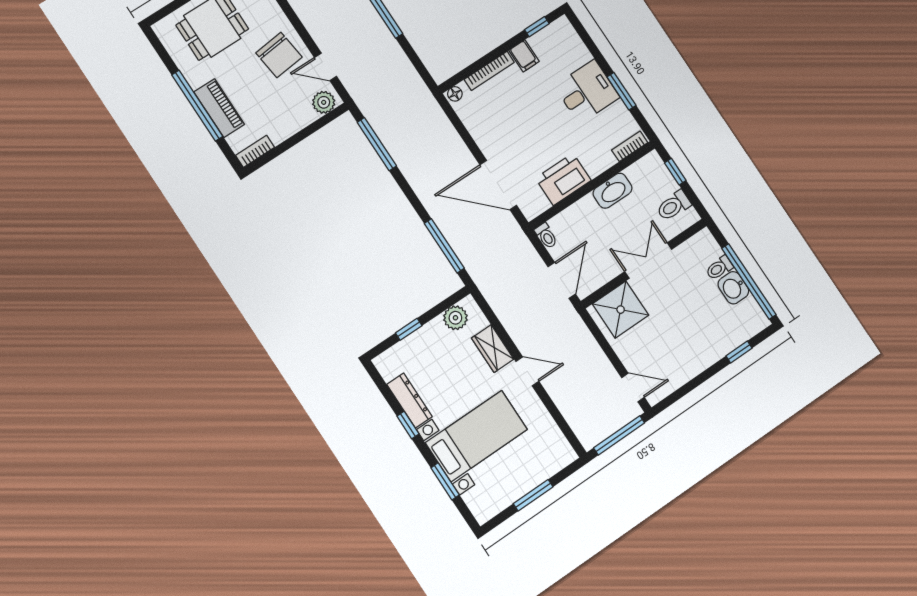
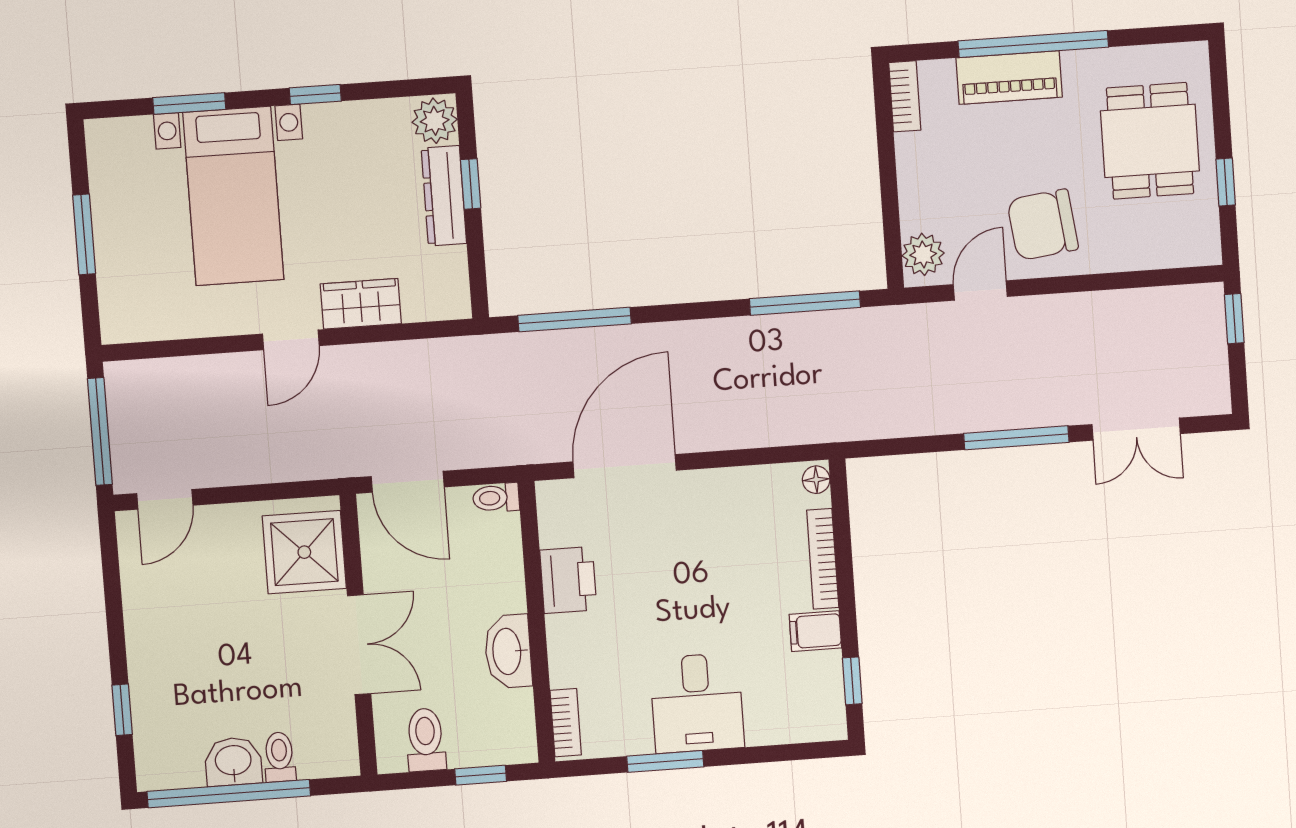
printer: (563, 179) -> (568, 580), width x0.73, depth x0.84
plant: (455, 318) -> (435, 121), moved
dresser: (409, 400) -> (444, 196), moved, turned 90

